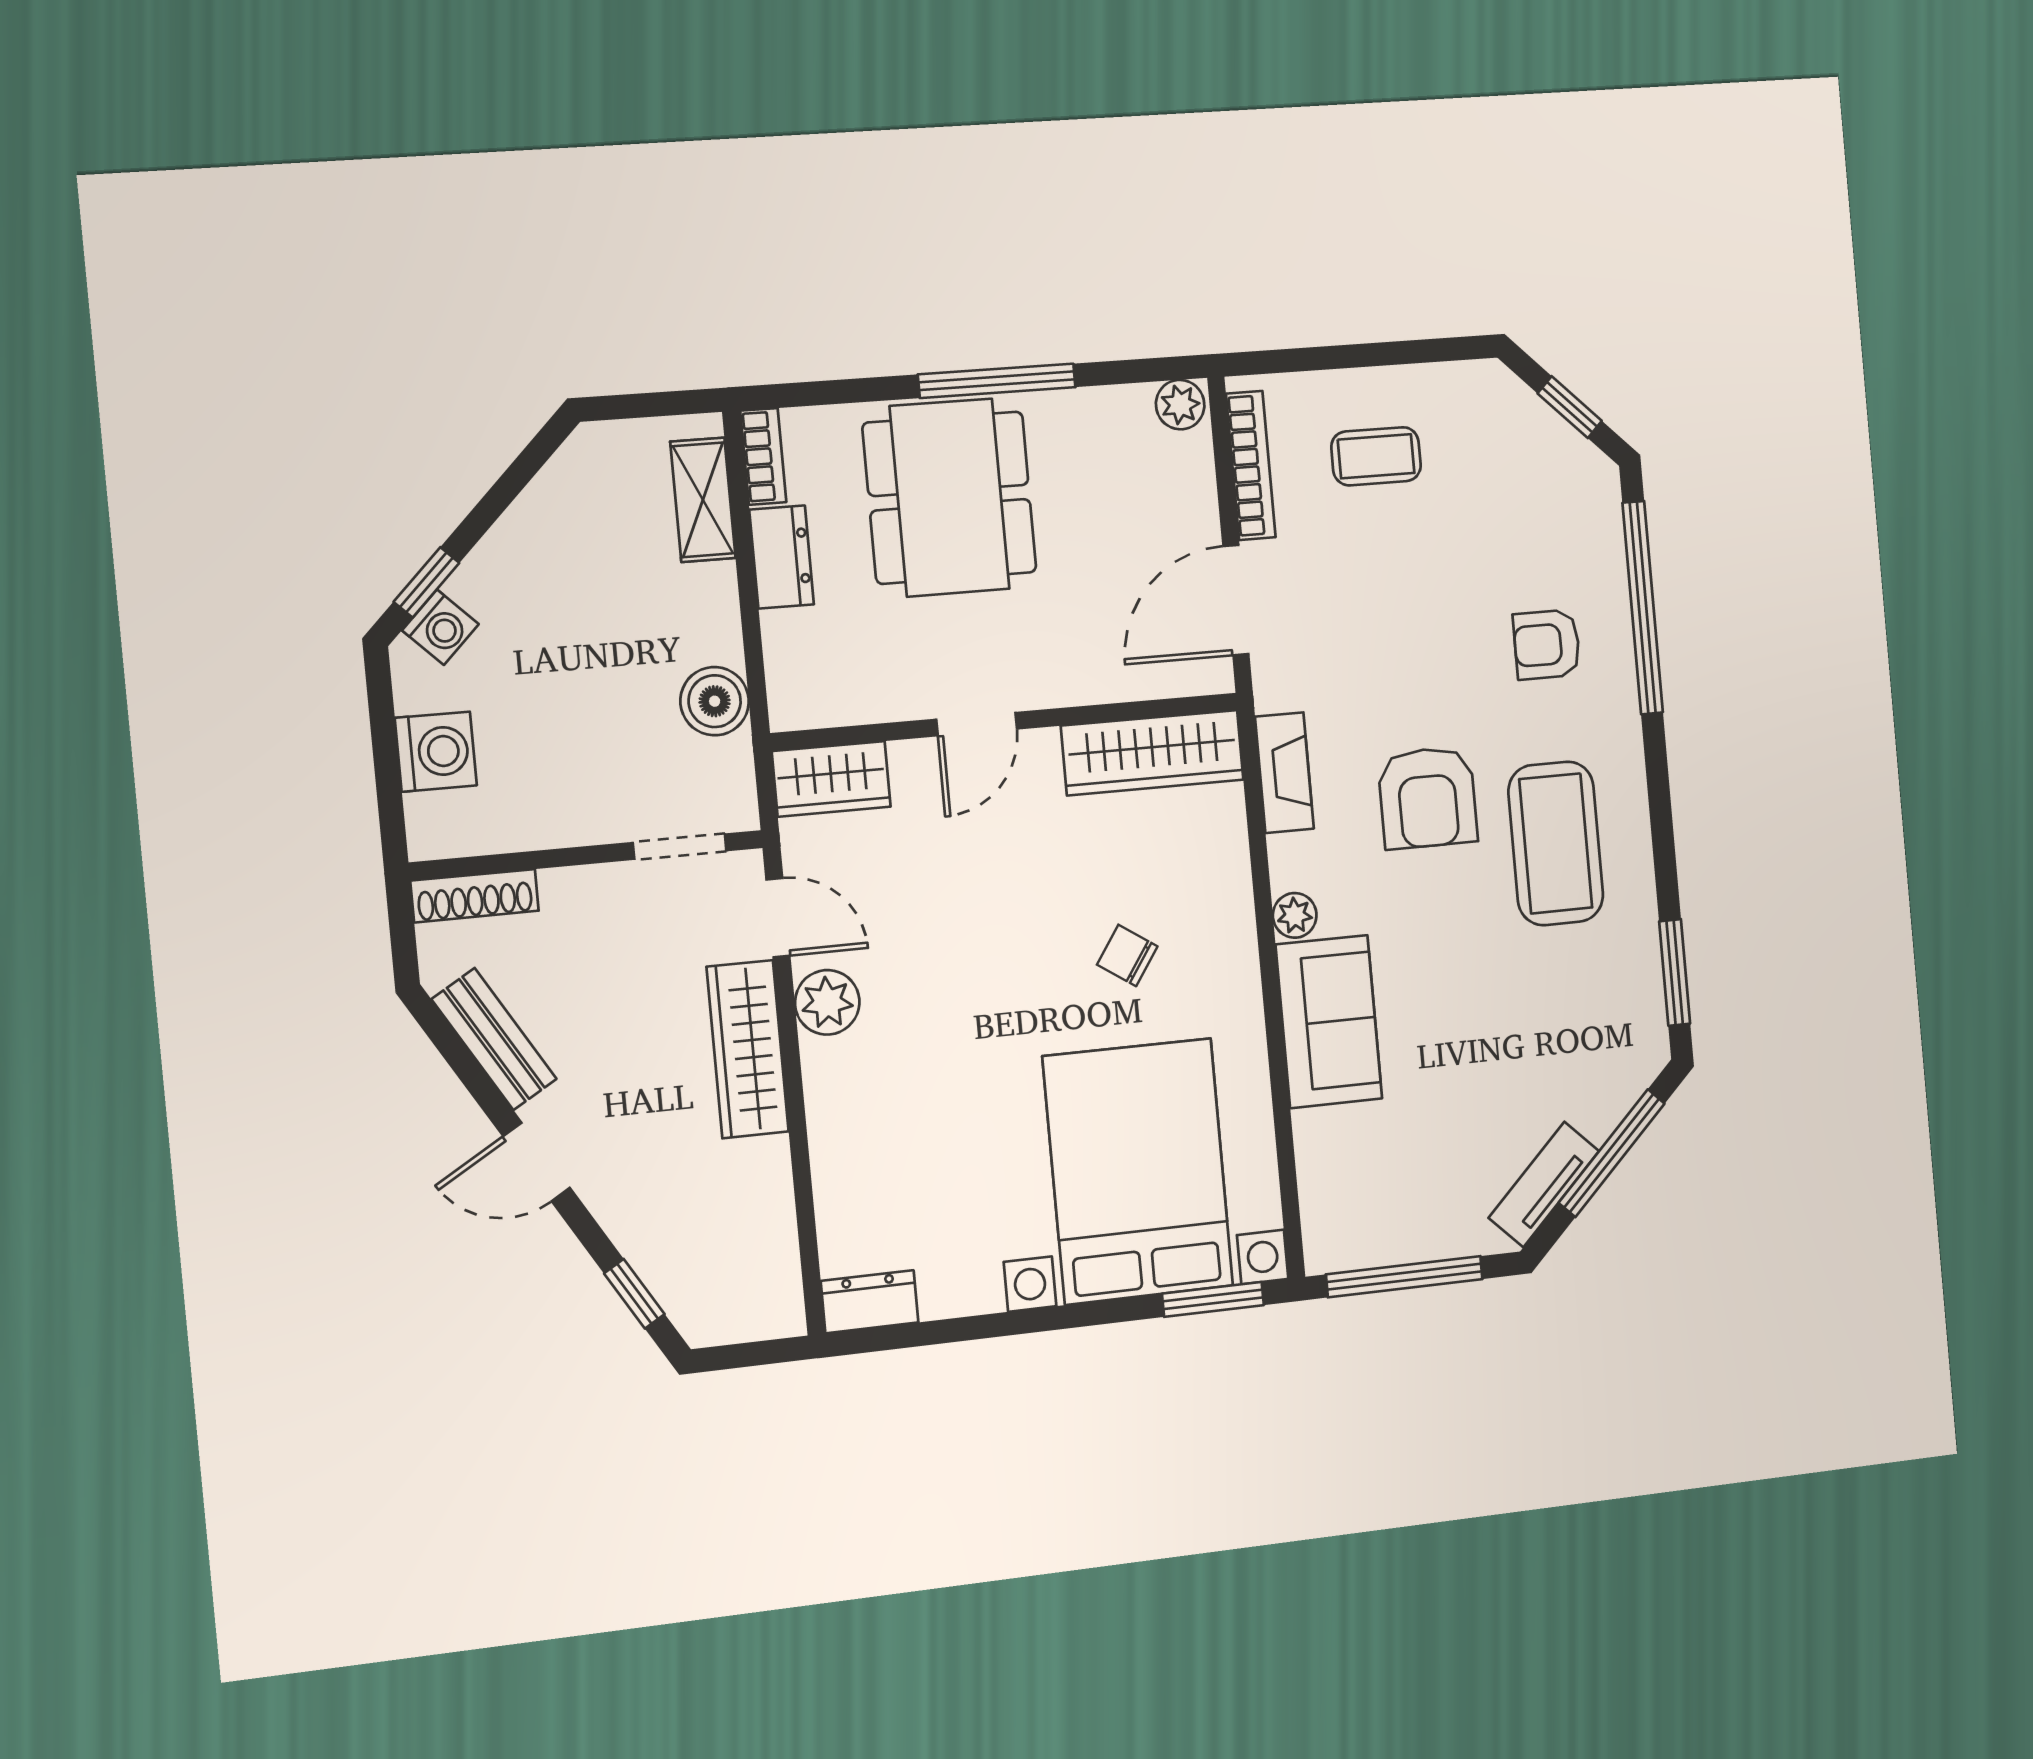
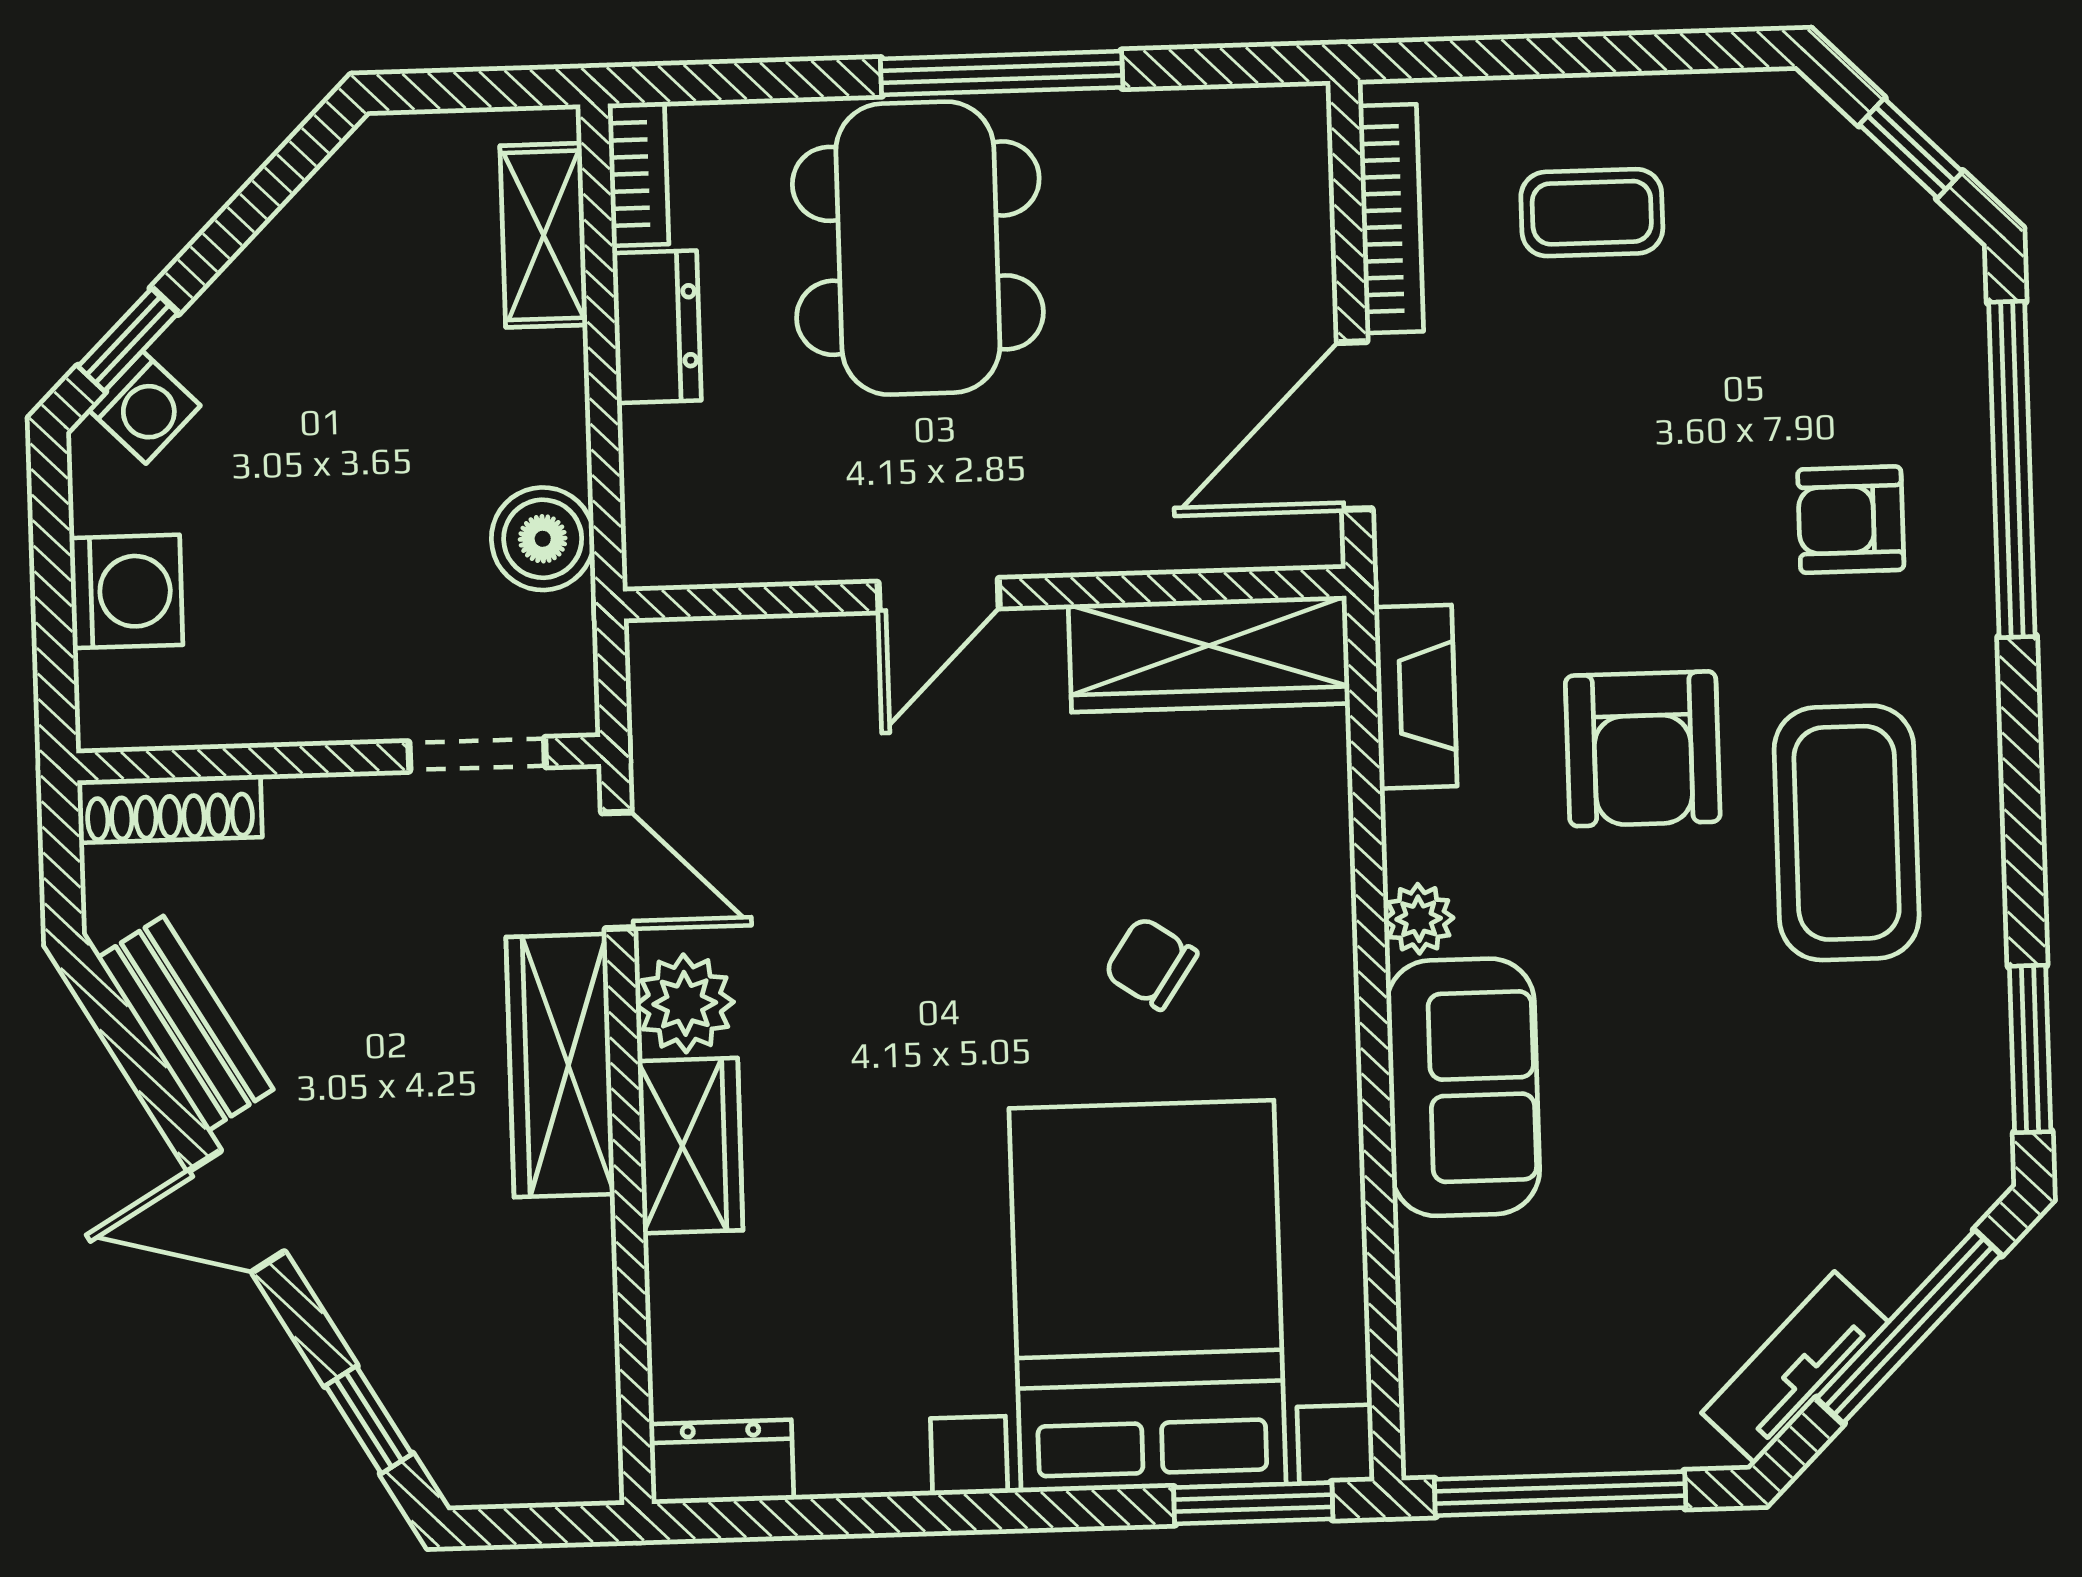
plant: (1180, 405) -> (1285, 120), removed
wardrobe: (831, 779) -> (690, 1146), moved, turned -90

